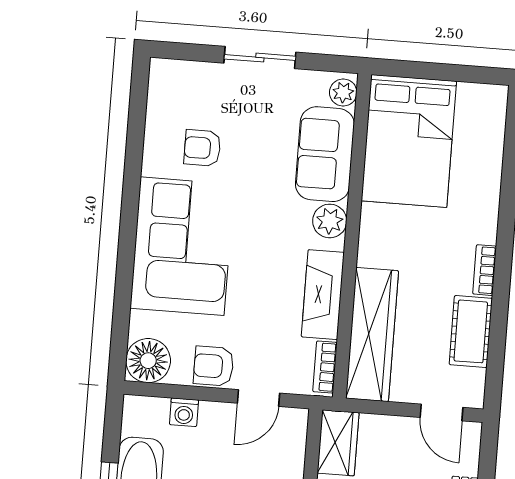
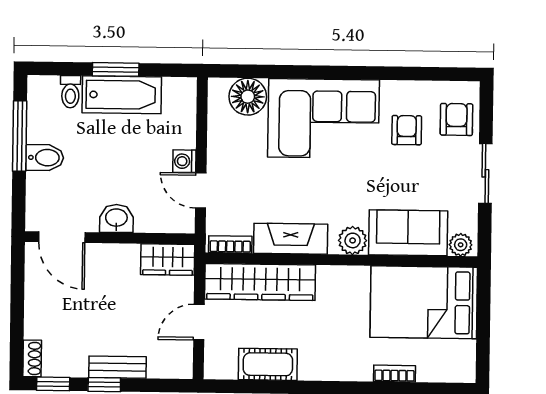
bookcase: (485, 270) -> (394, 374), moved
floor lamp: (148, 361) -> (248, 97), moved
armchair: (214, 366) -> (456, 119), moved
washing machine: (184, 412) -> (184, 161), moved
door: (441, 412) -> (199, 322), moved

